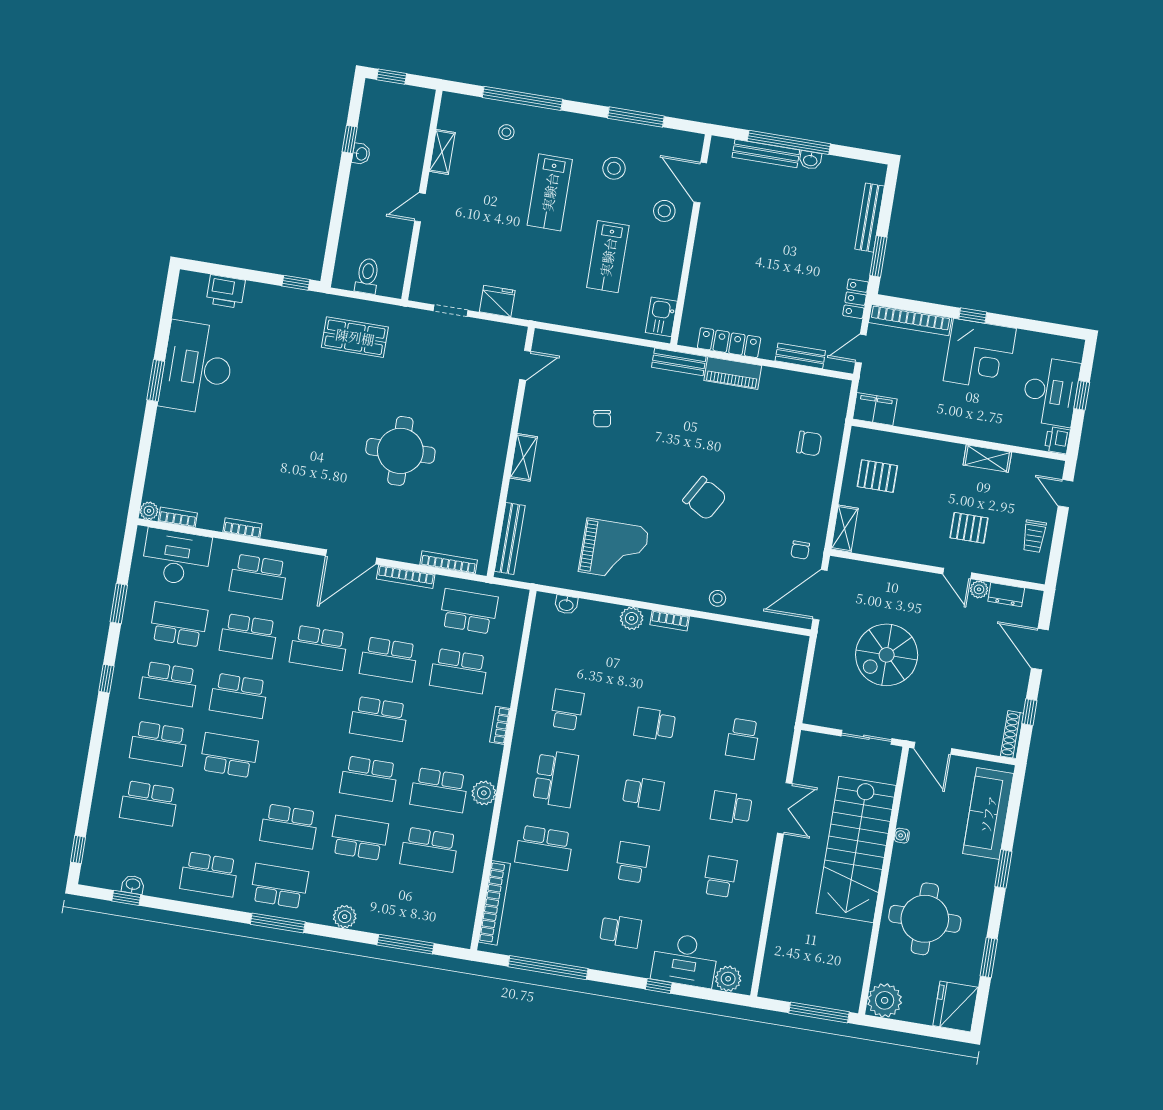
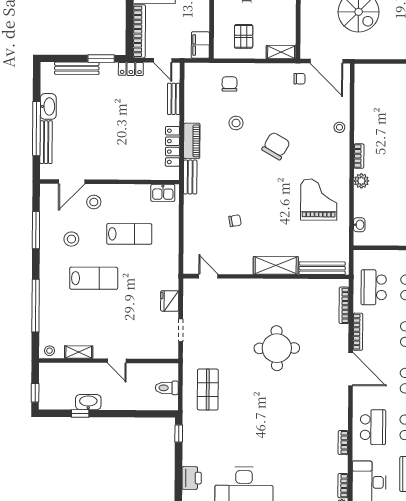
stool: (506, 132) -> (50, 351), moved
washbasin: (361, 154) -> (88, 402), width x1.91, depth x1.45
washbasin: (810, 160) -> (48, 106), width x1.91, depth x1.45
stool: (749, 444) -> (236, 123), added
shelving: (524, 457) -> (276, 265), width x1.50, depth x1.33

